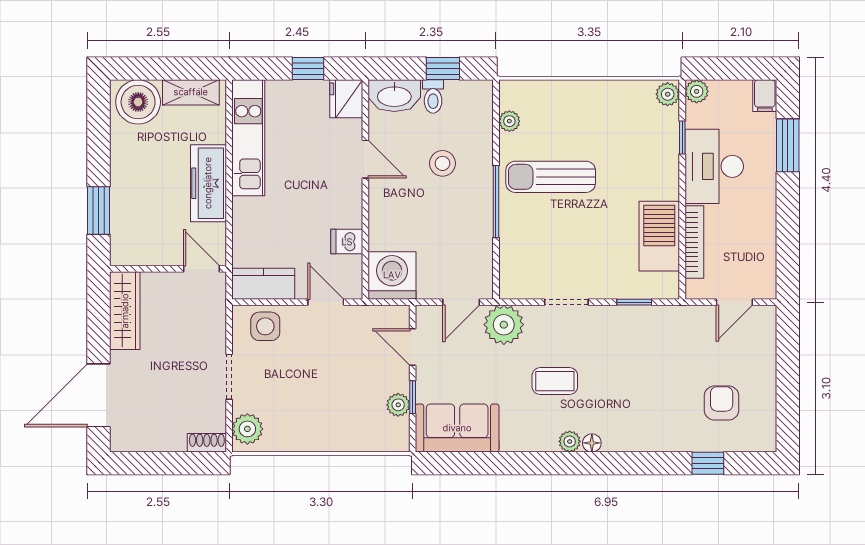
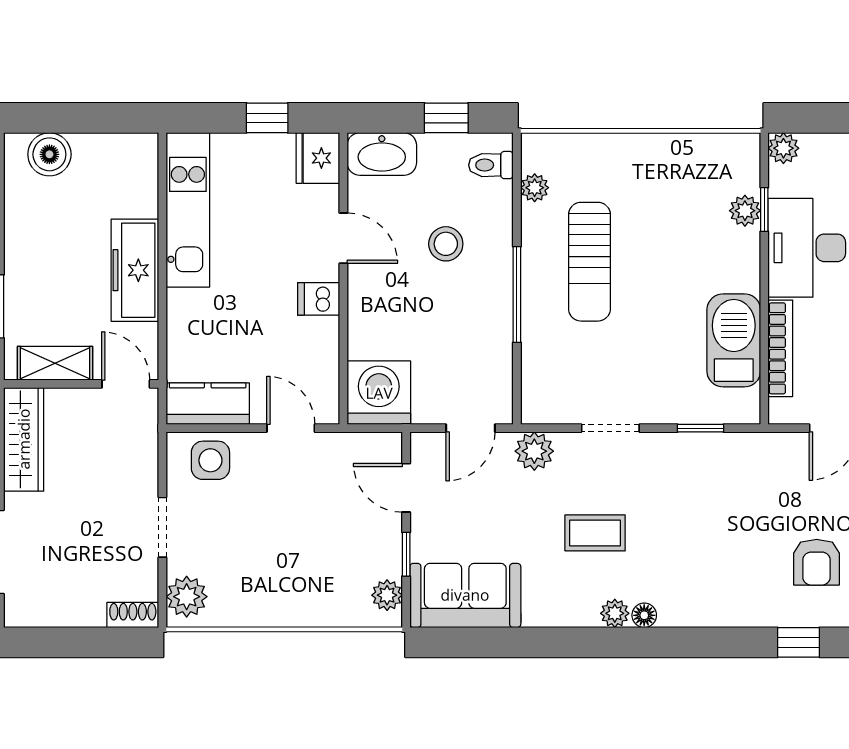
shelving: (191, 92) -> (55, 363), moved
plant: (668, 94) -> (745, 211), moved
toilet: (433, 97) -> (491, 165), moved, turned 90
boiler: (138, 102) -> (49, 154), width x0.73, depth x0.73
sun lounger: (551, 177) -> (589, 262), turned -90
dishwasher: (347, 242) -> (319, 299), moved
plant: (504, 325) -> (534, 451), width x0.73, depth x0.73
armchair: (722, 403) -> (817, 562), turned 180
plant: (398, 405) -> (387, 595), moved

